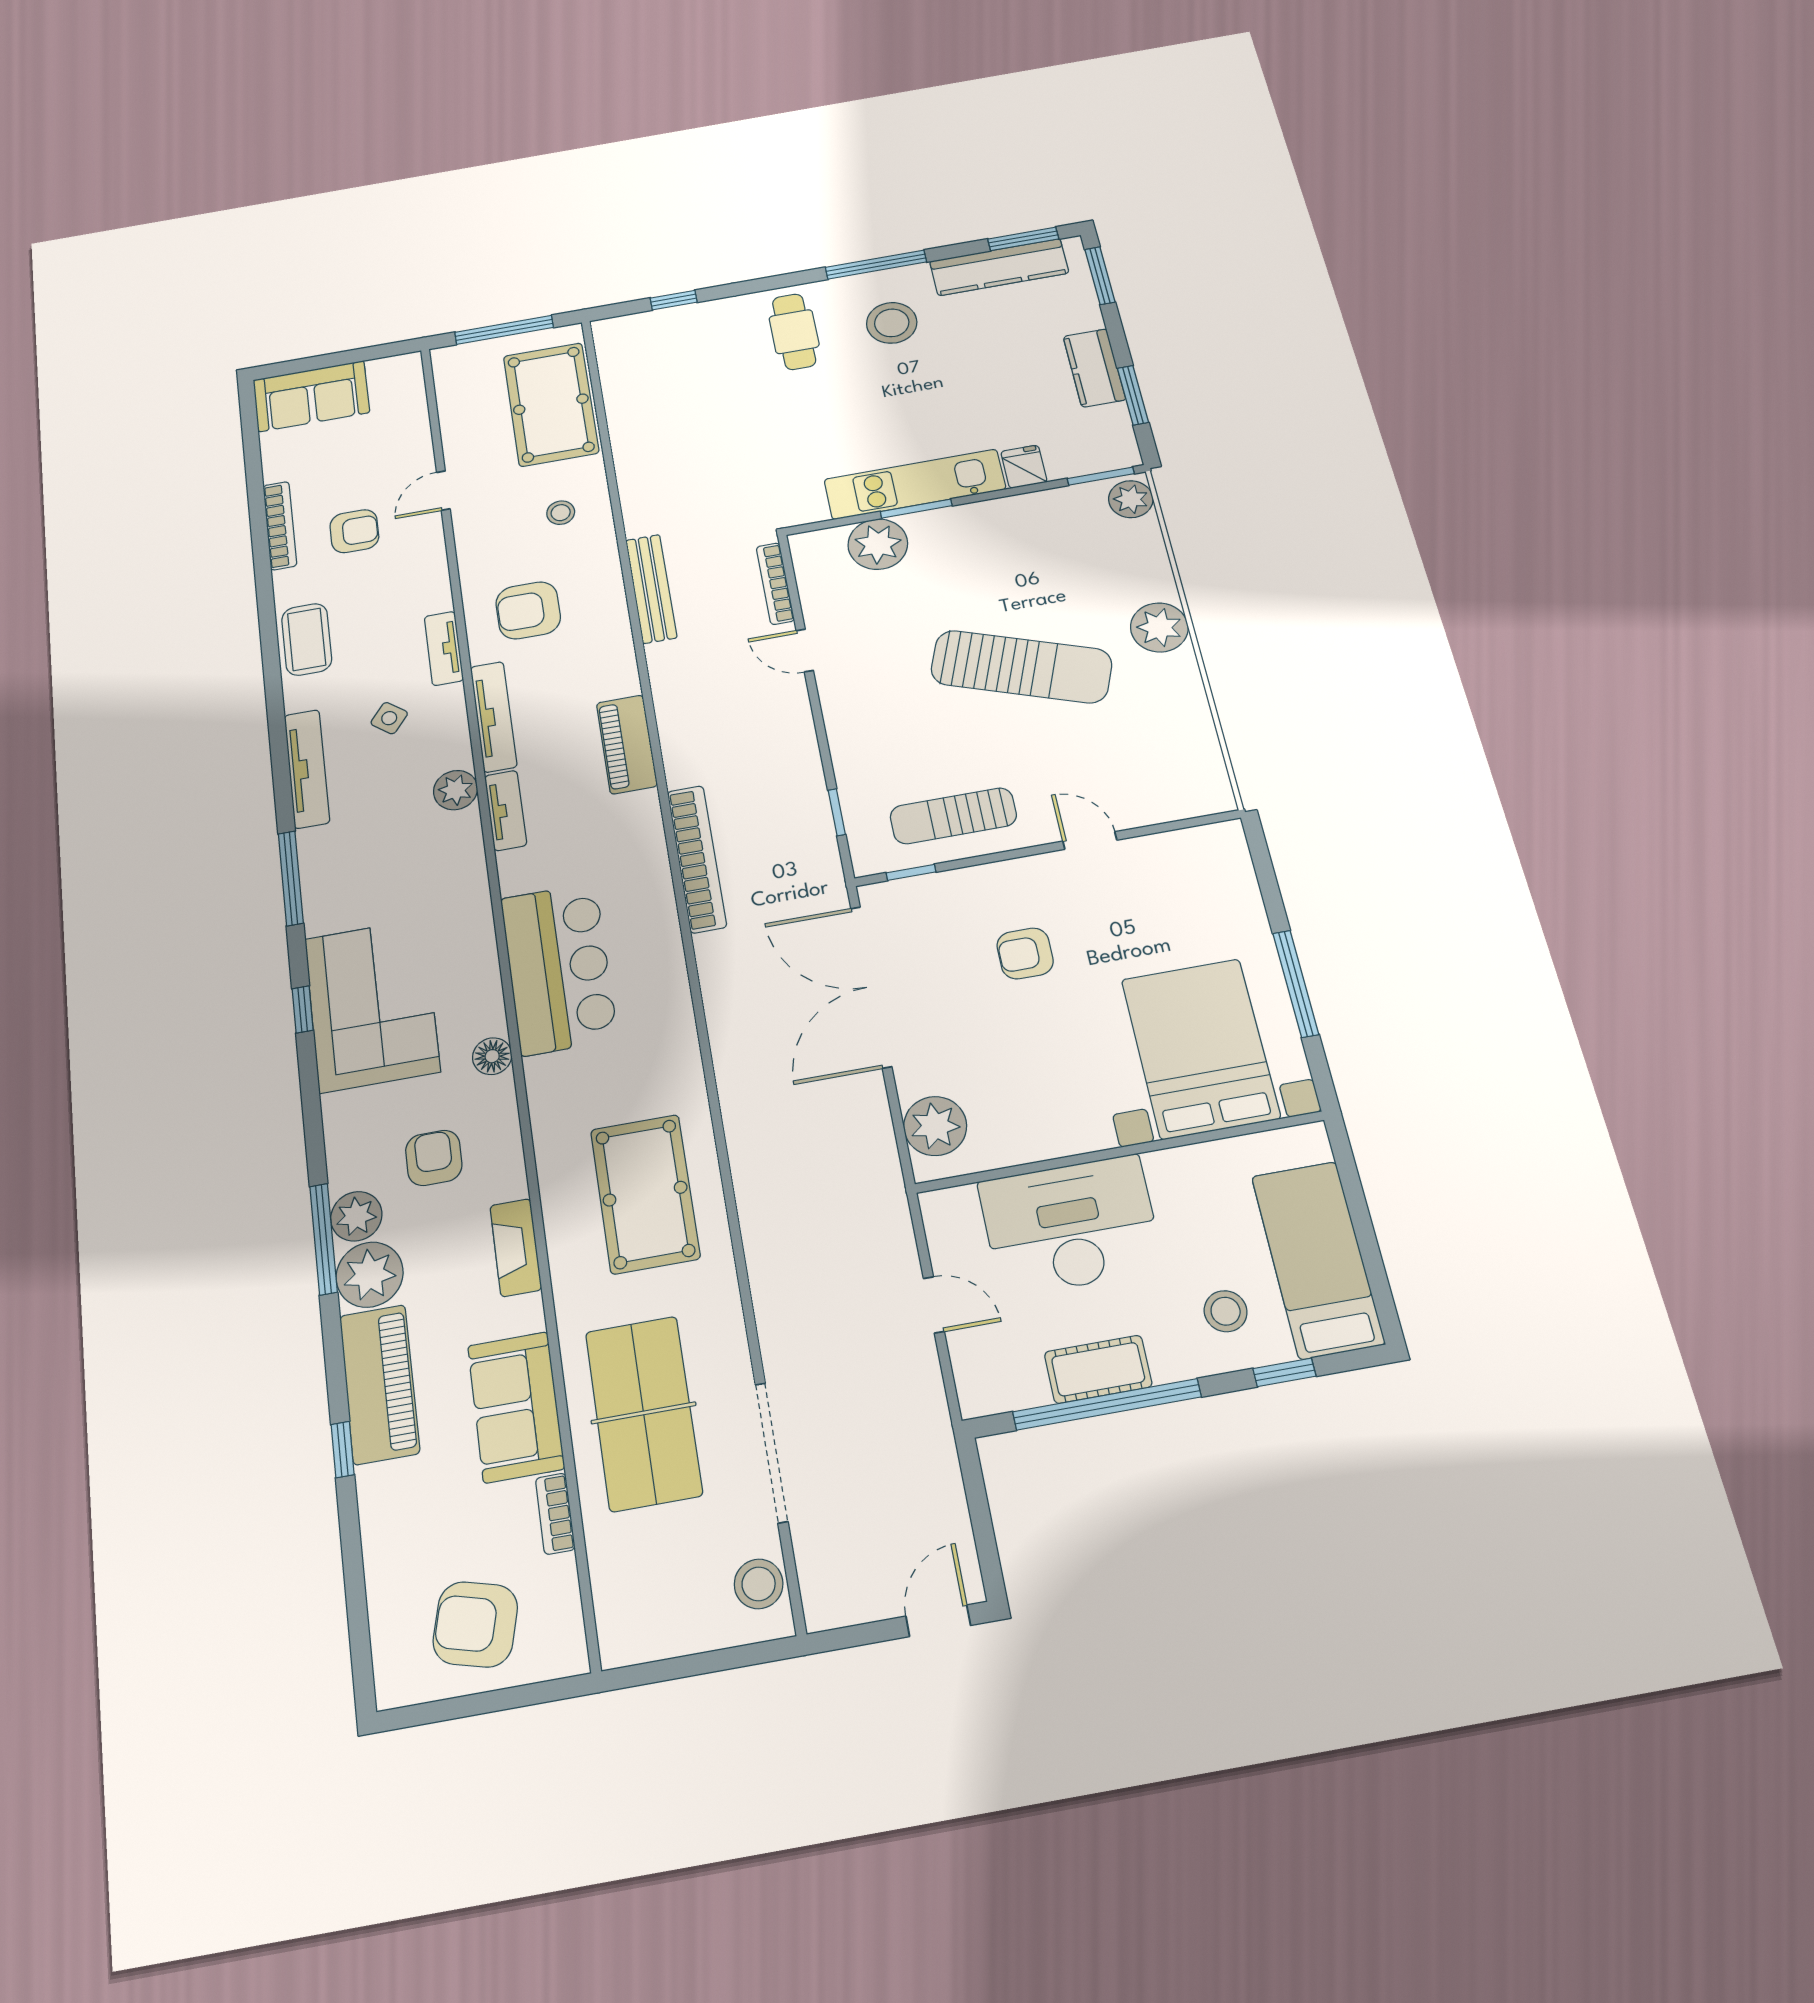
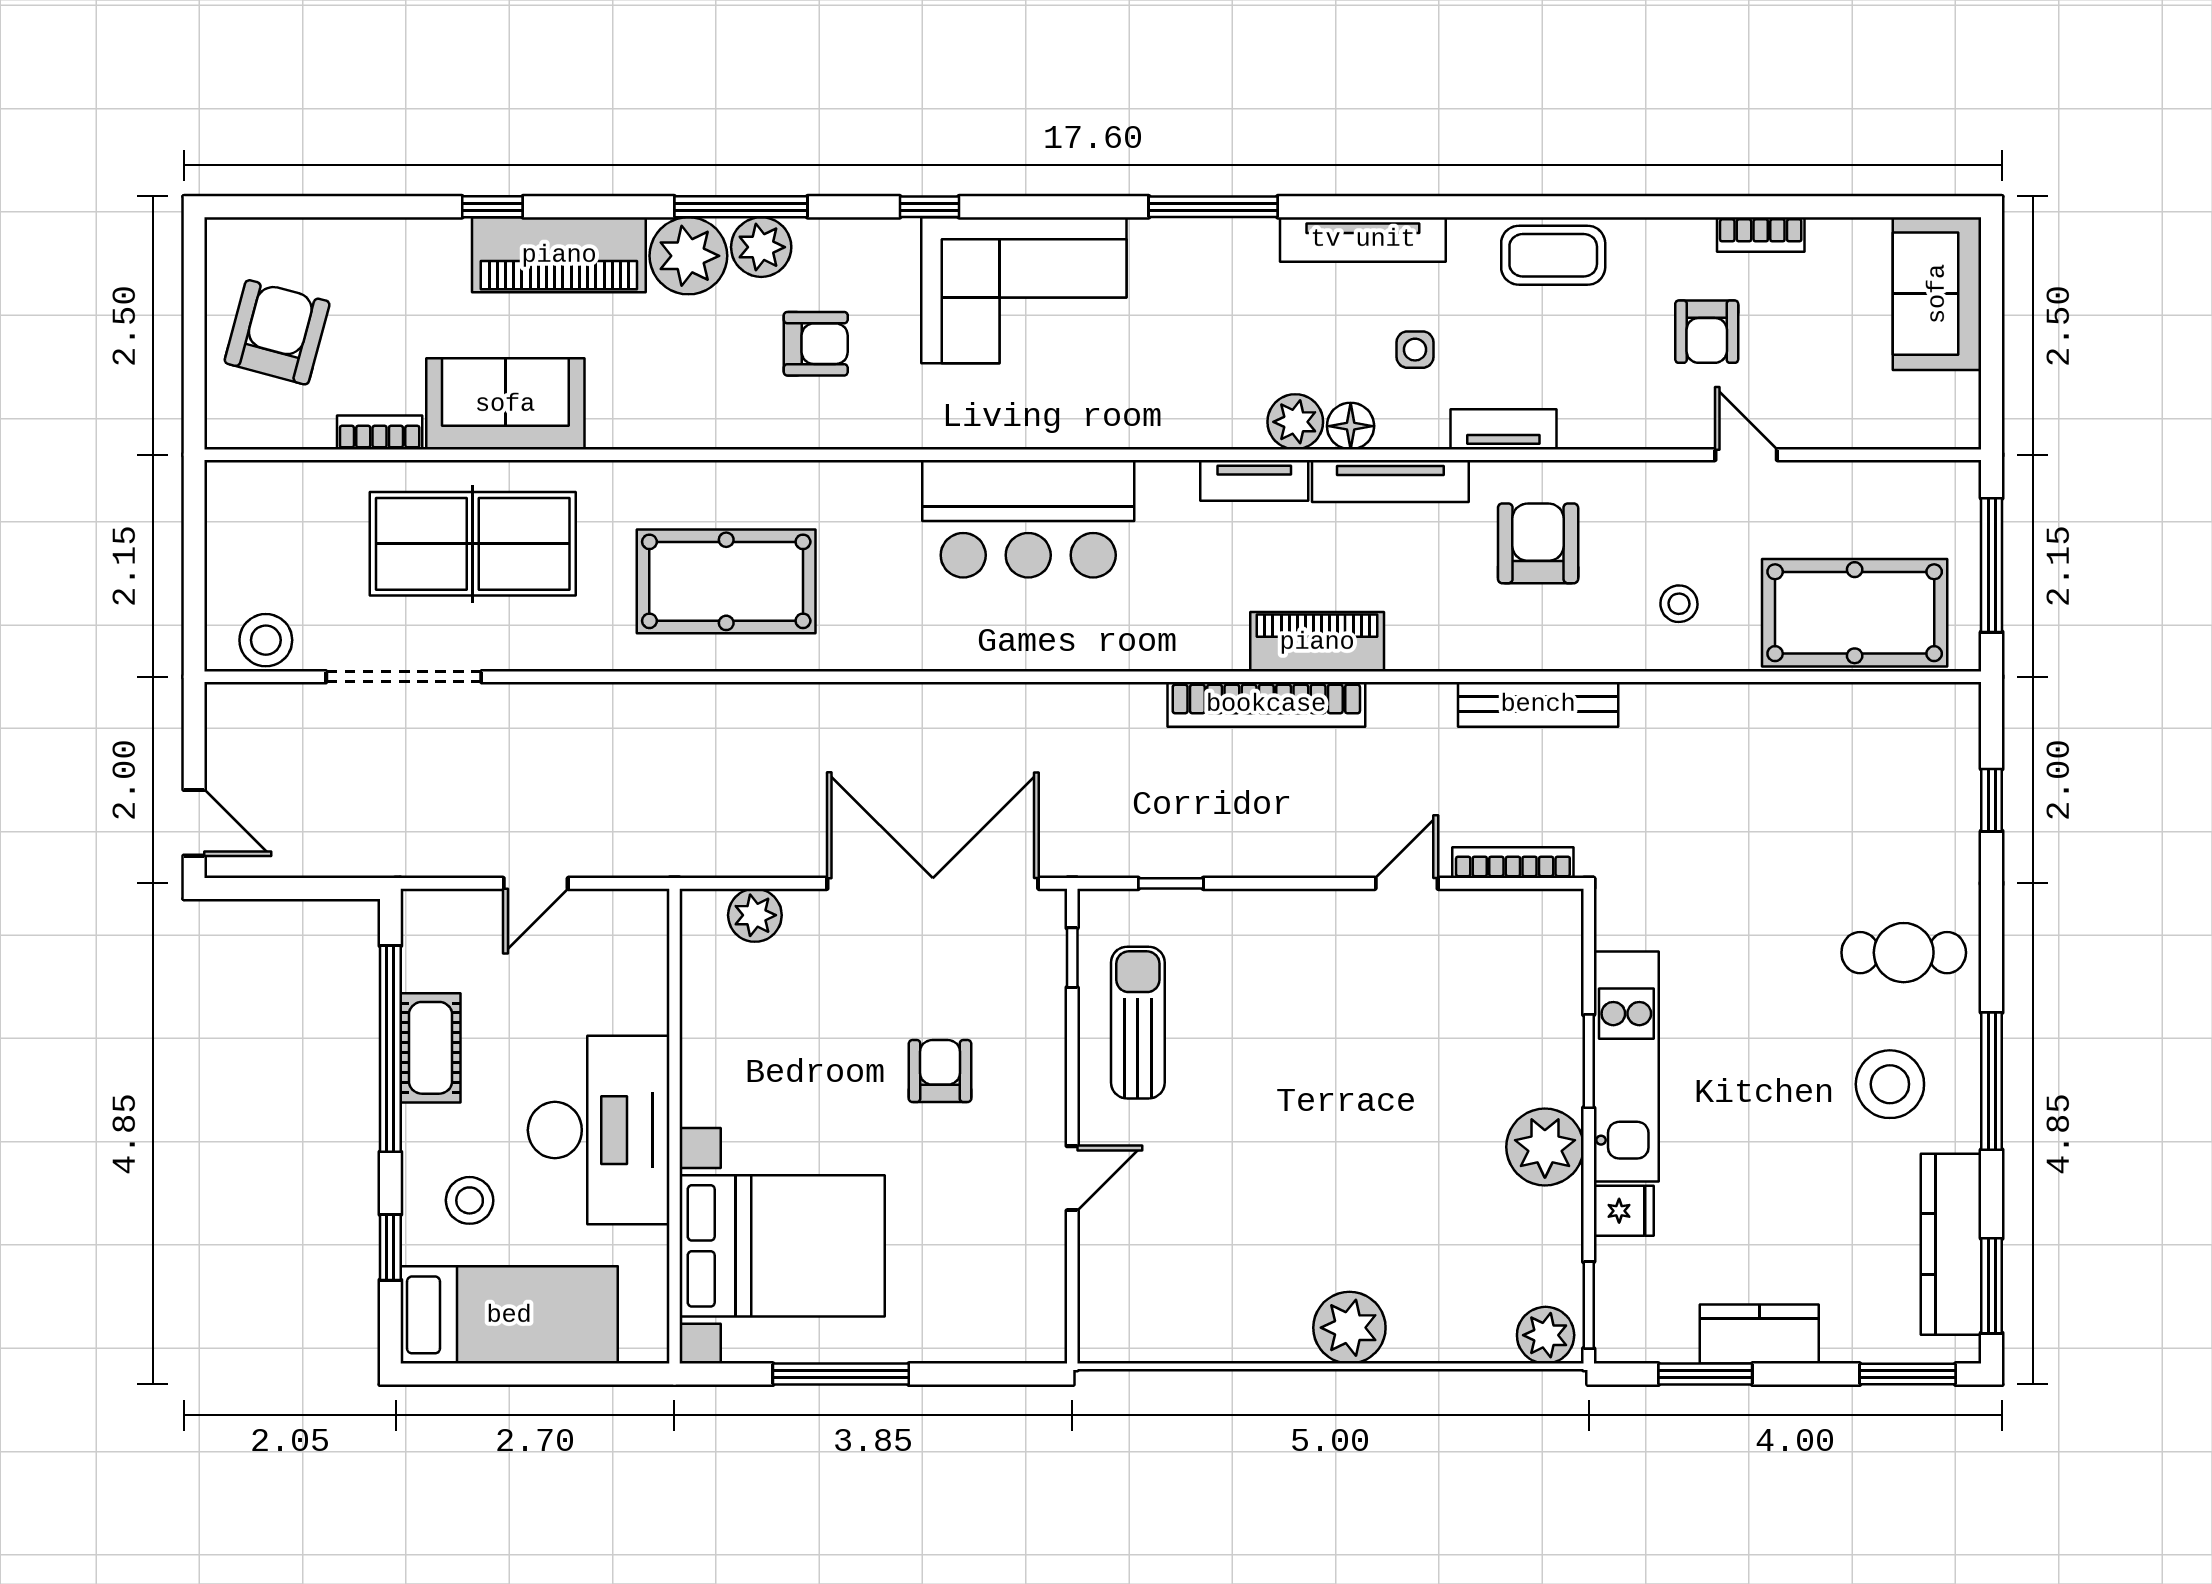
bookcase: (280, 526) -> (1761, 235), width x0.64
plant: (878, 544) -> (1545, 1147), moved
sun lounger: (1021, 667) -> (1328, 1146), removed
side table: (389, 718) -> (1415, 350), turned -38
bookcase: (697, 859) -> (1266, 704), moved
window: (303, 1009) -> (929, 207), moved
floor lamp: (492, 1056) -> (1351, 426), moved
plant: (935, 1126) -> (755, 915), width x0.73, depth x0.73
desk: (1070, 1226) -> (599, 1130), moved
fireplace: (516, 1248) -> (690, 426), removed

